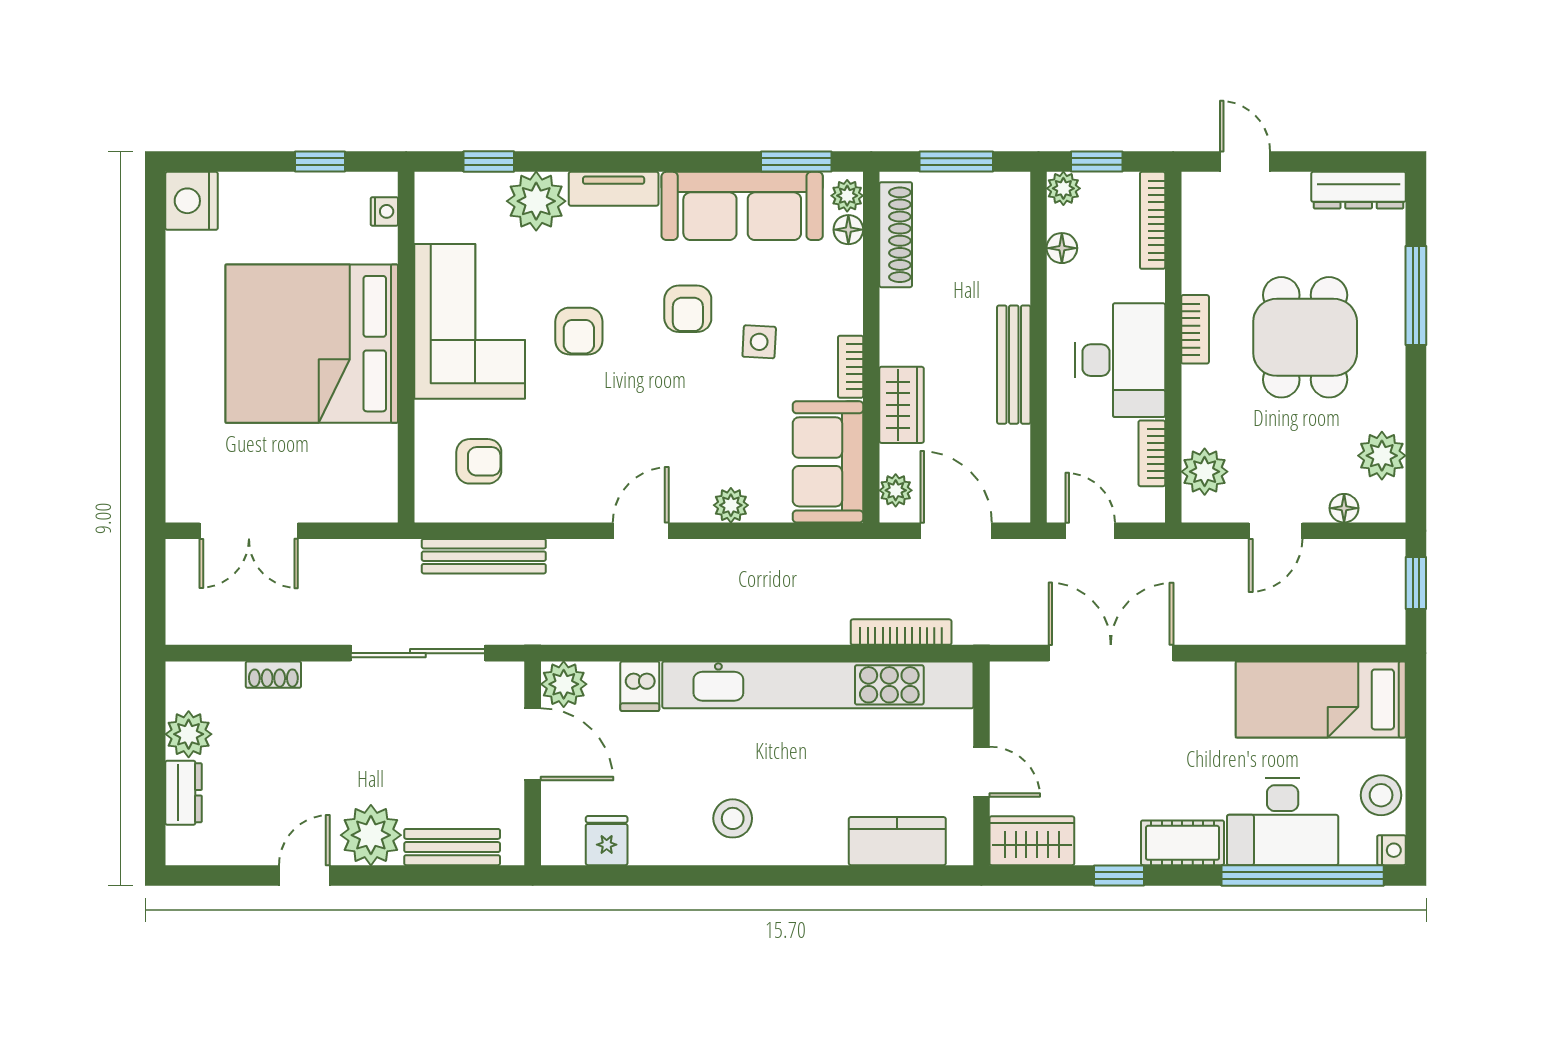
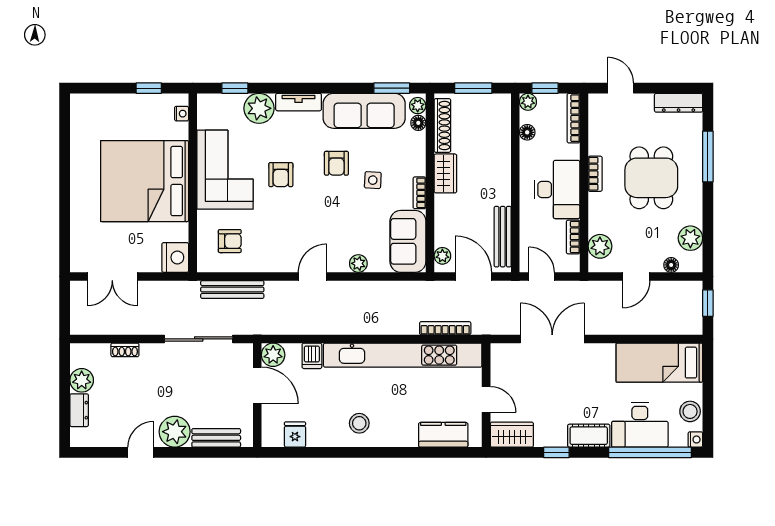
nightstand: (192, 201) -> (175, 257), moved, turned 180
bench: (1014, 365) -> (503, 237), moved
wardrobe: (902, 405) -> (445, 173), moved

